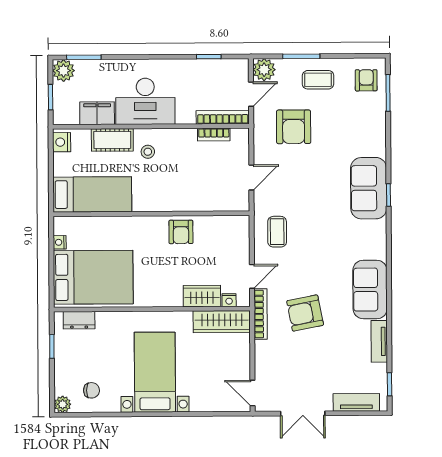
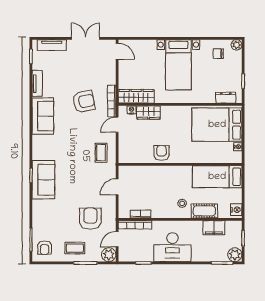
desk: (145, 101) -> (172, 247), moved, turned 180

